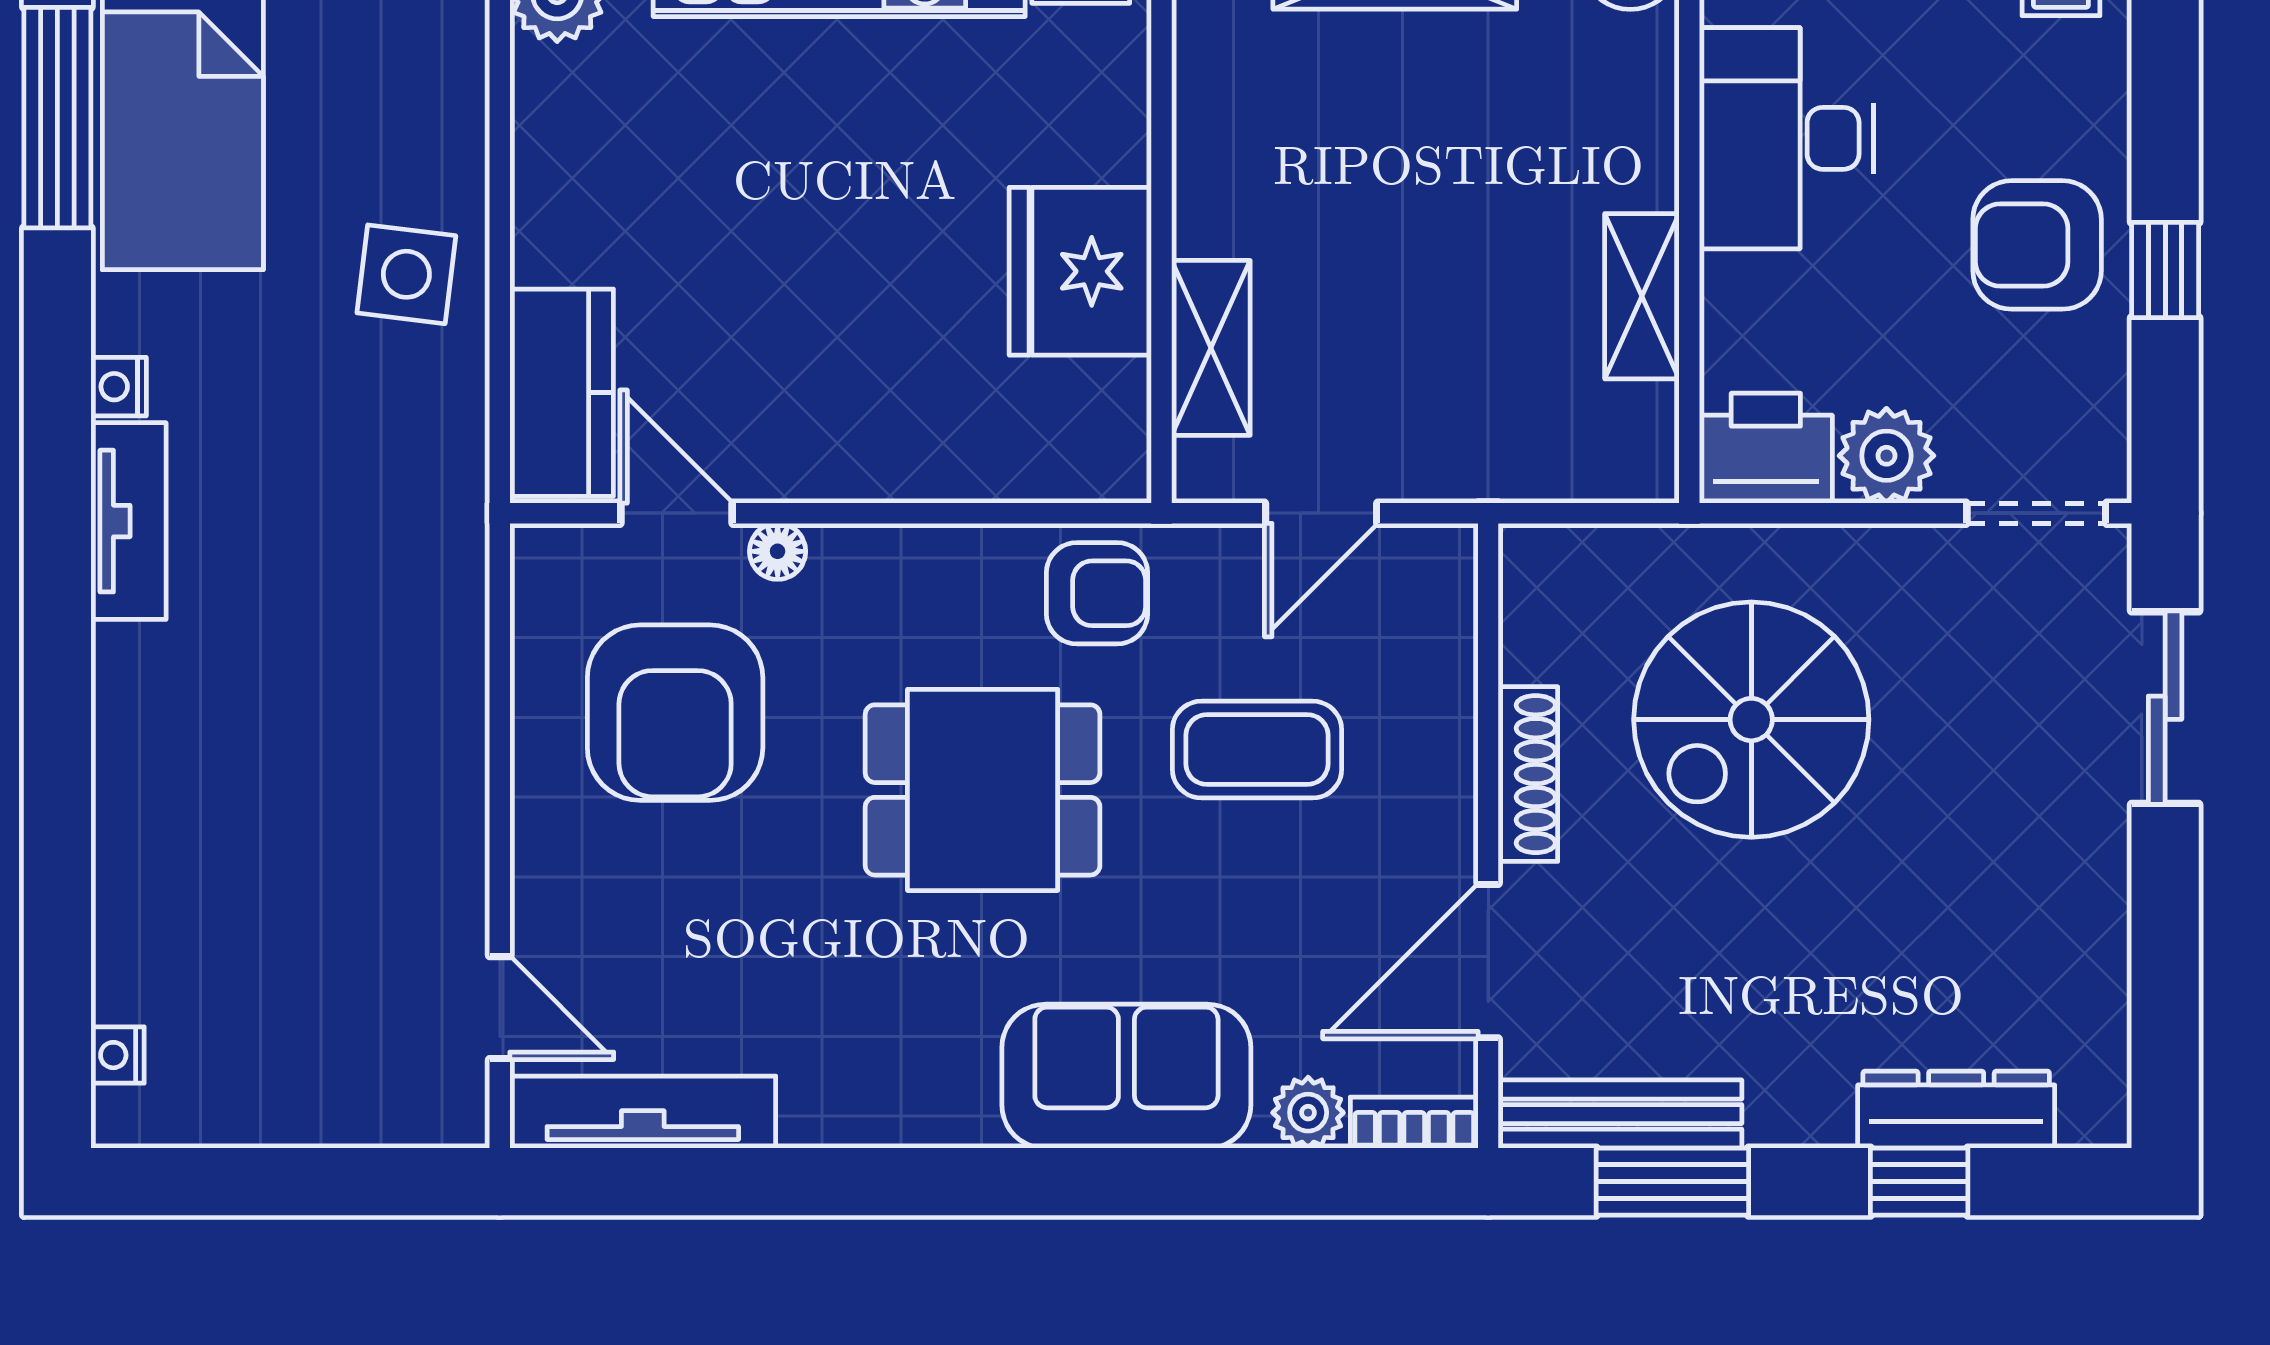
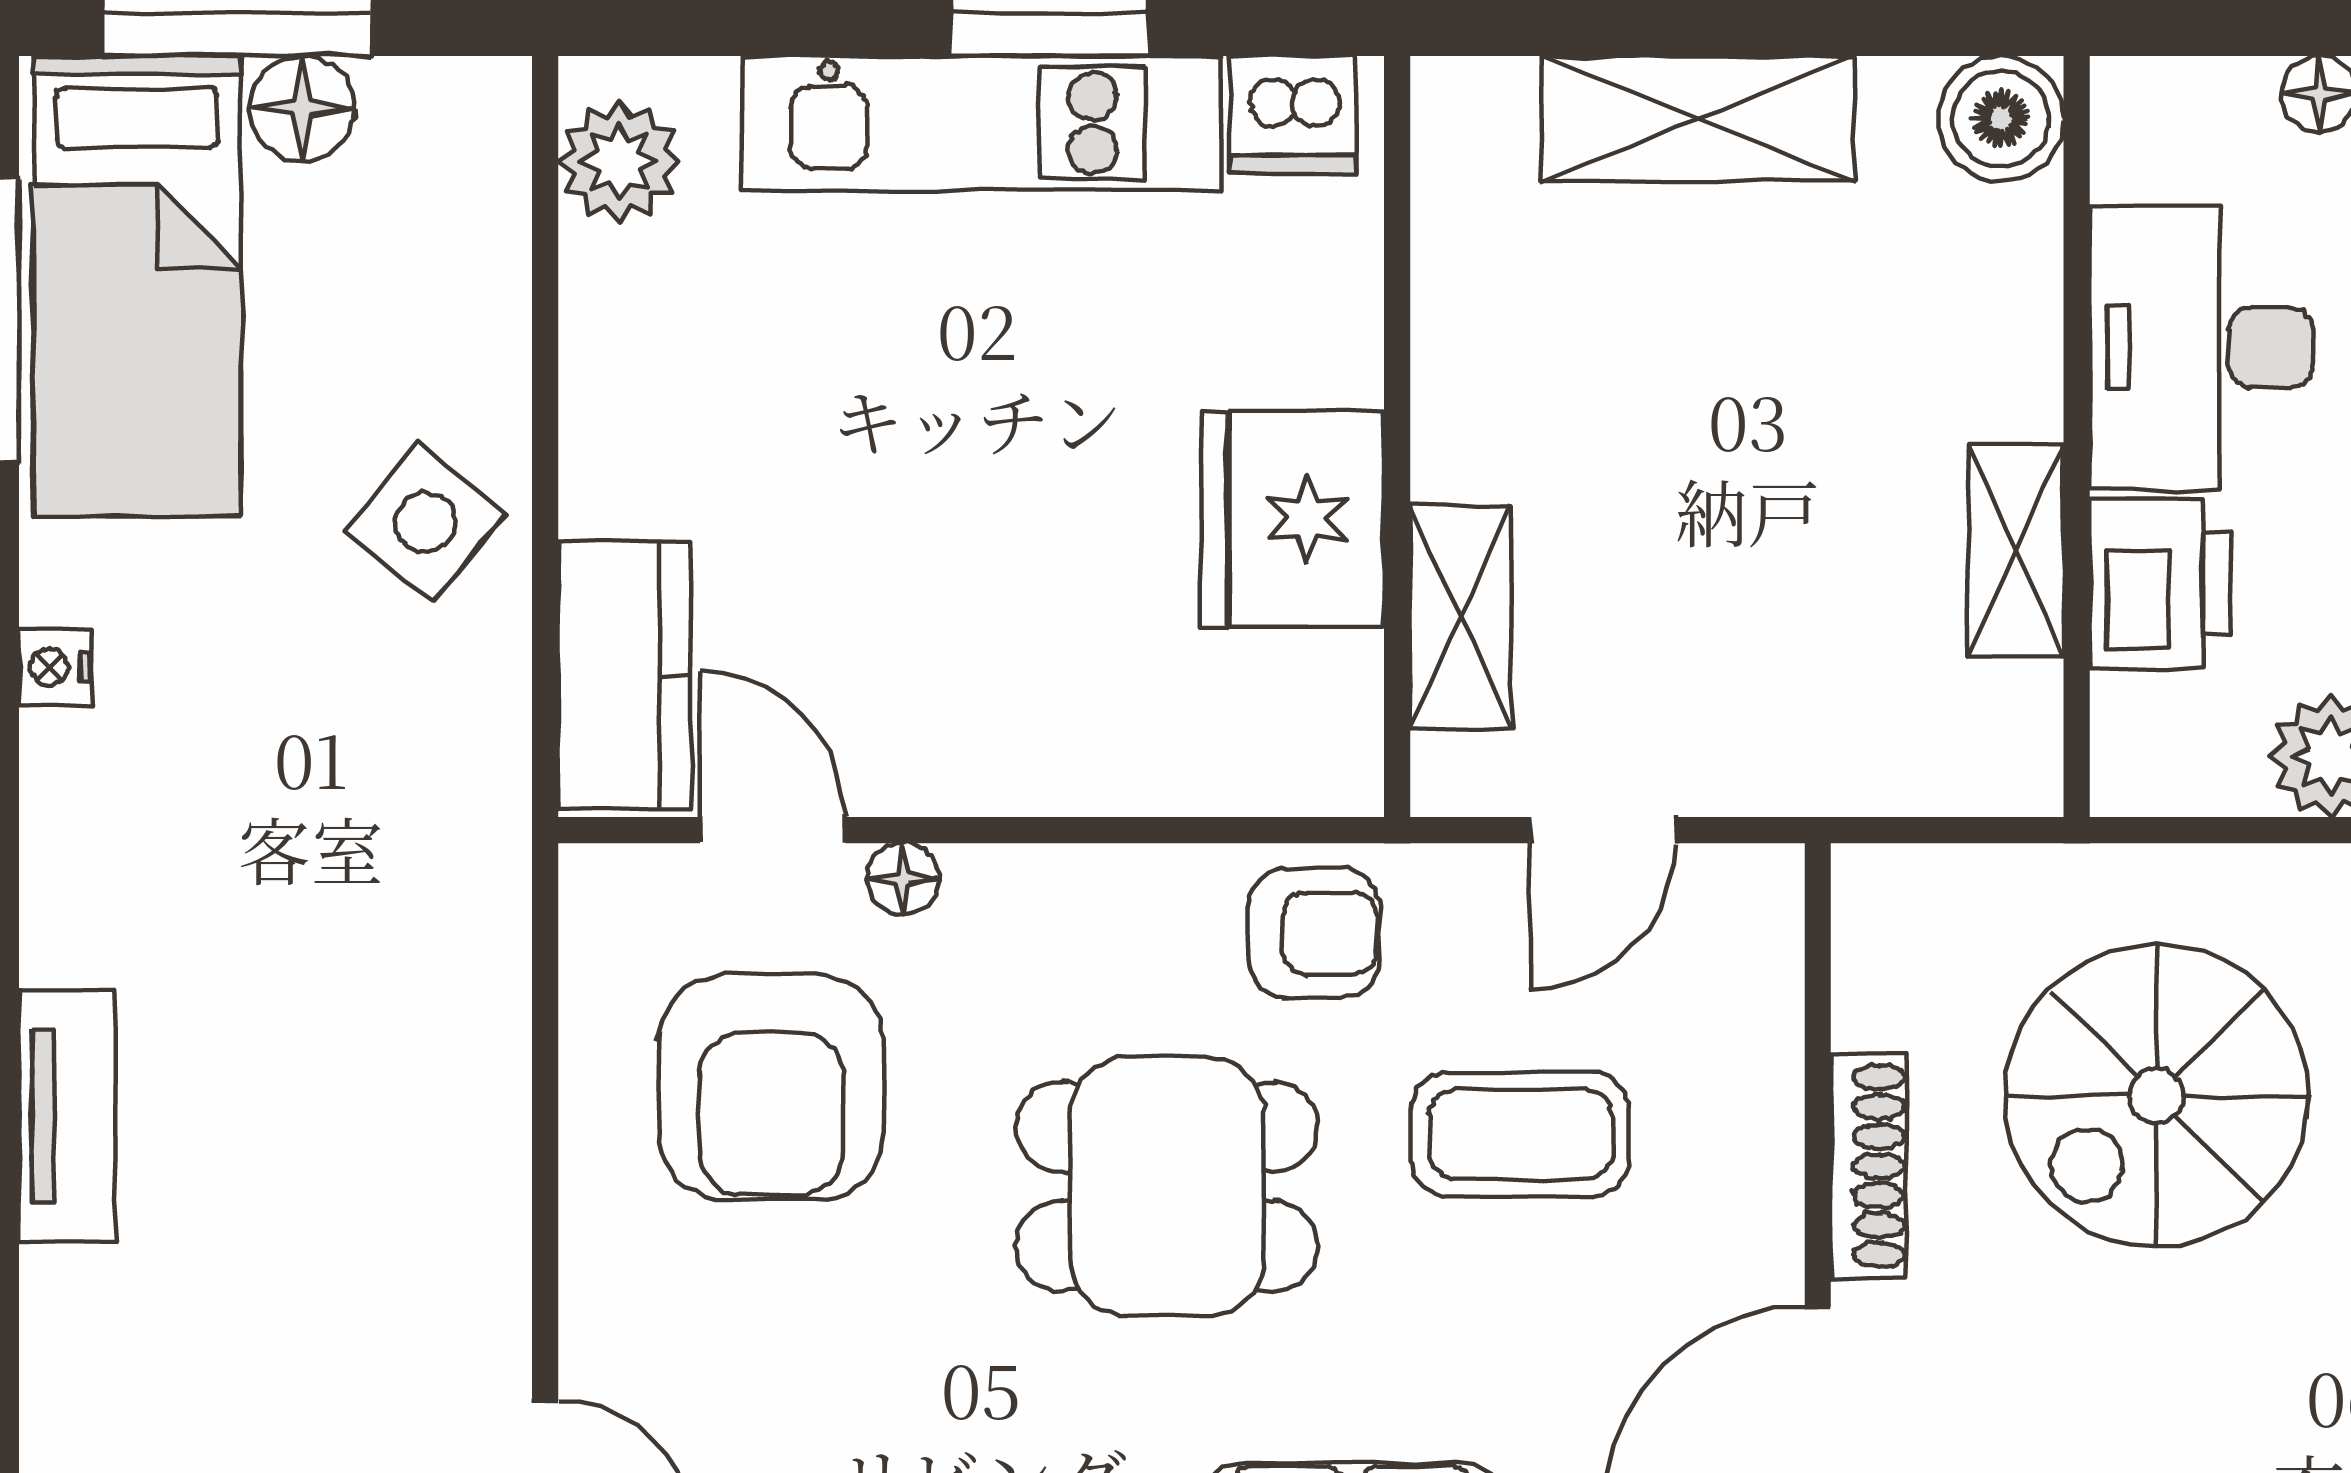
side table: (406, 274) -> (425, 523), turned 32
printer: (1766, 448) -> (2160, 584), moved, turned 90
tv unit: (129, 521) -> (67, 1116), moved

